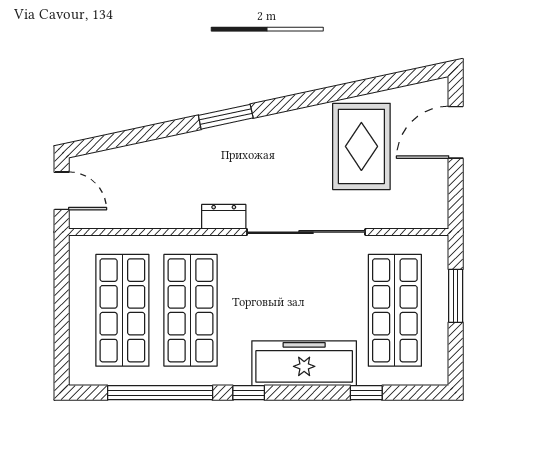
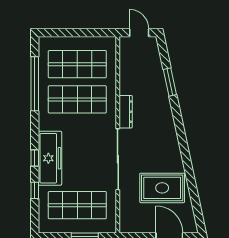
window: (226, 117) -> (170, 82), moved
door: (62, 191) -> (139, 33), swing flipped
dresser: (224, 217) -> (126, 112), width x1.44
window: (249, 393) -> (35, 158), moved

